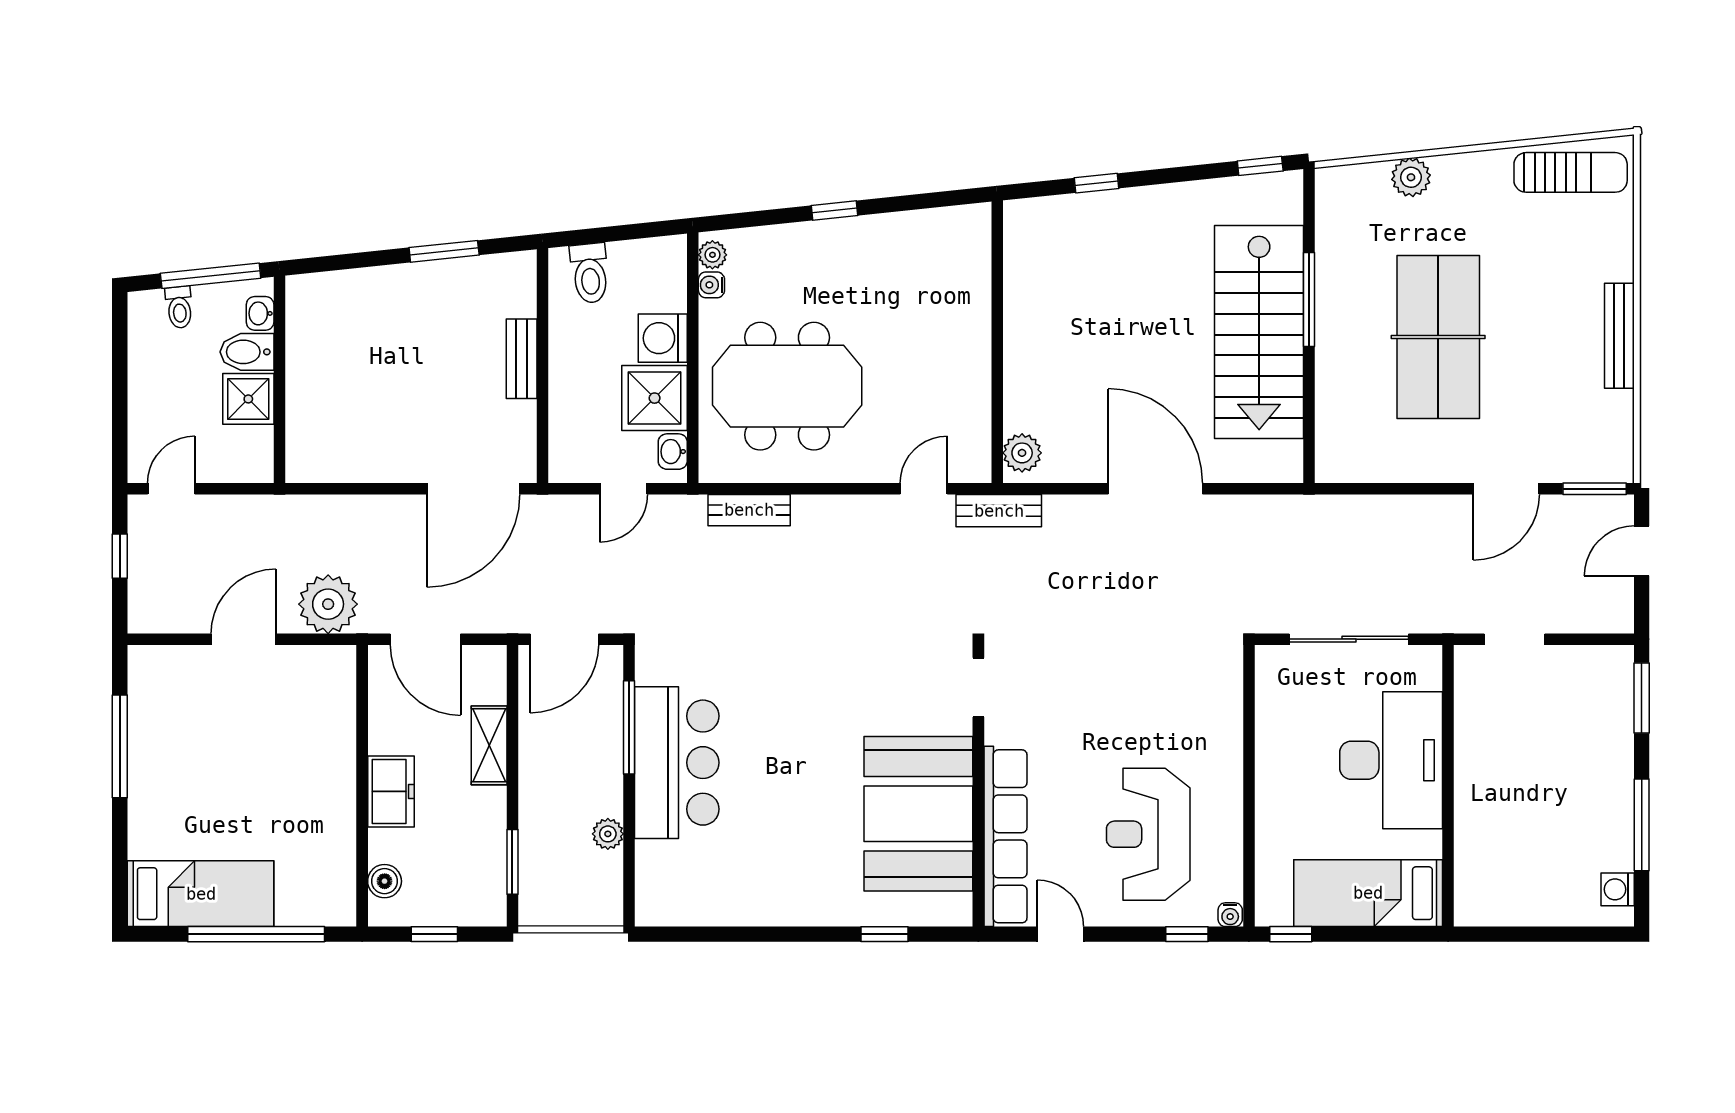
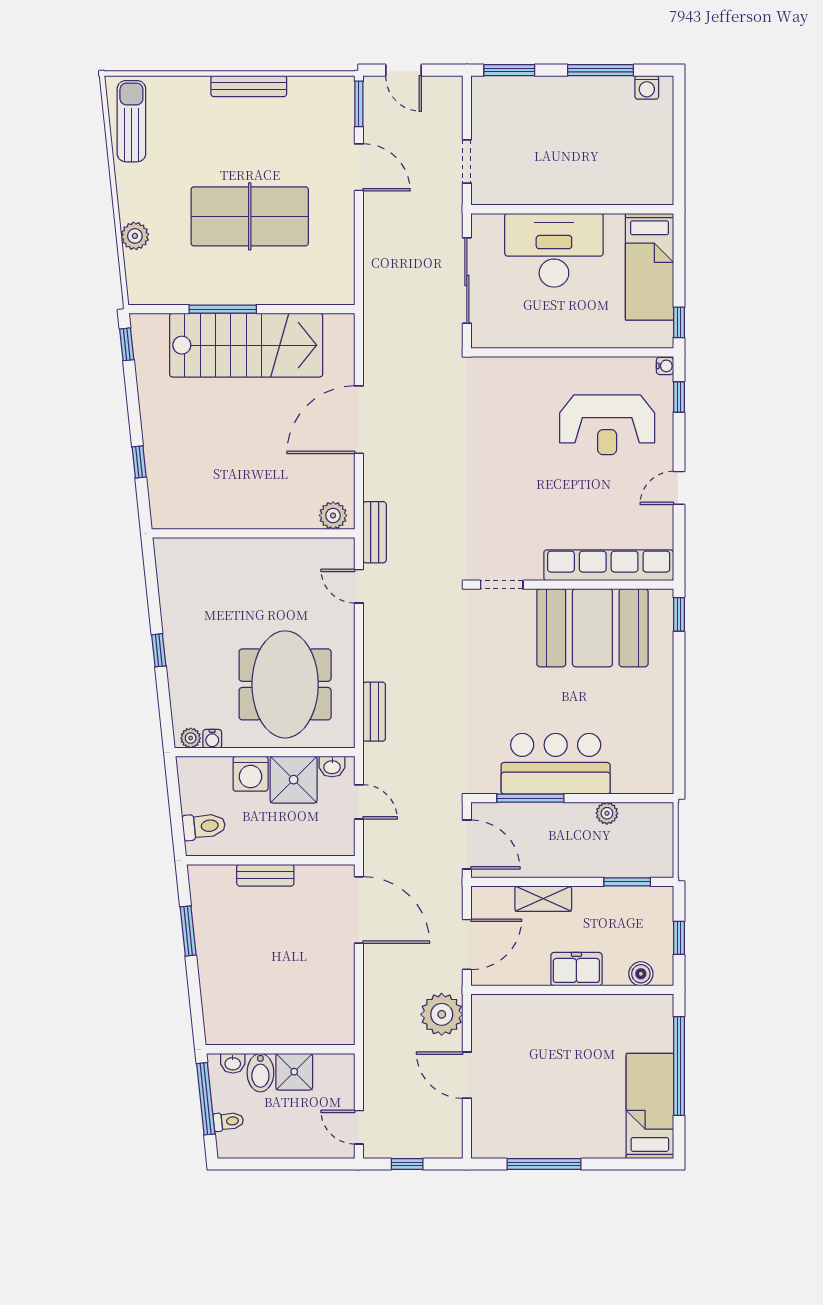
doorway: (978, 687) -> (502, 585), moved
wall: (978, 786) -> (572, 585), moved
booth: (918, 814) -> (592, 628), moved
row of seats: (1005, 836) -> (609, 565), moved

